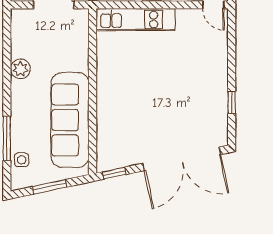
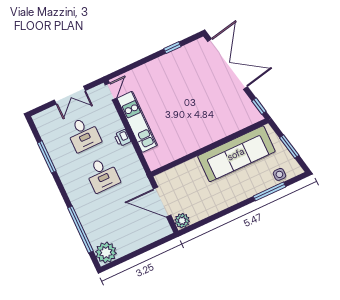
kitchen unit: (136, 20) -> (137, 122), moved
plant: (20, 69) -> (182, 221), moved

